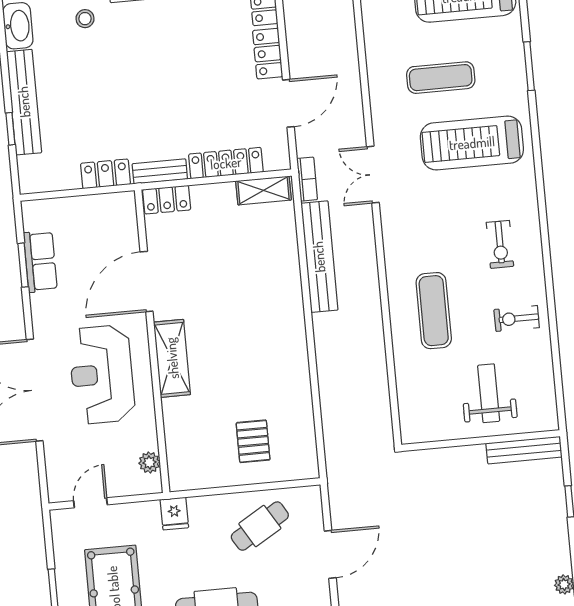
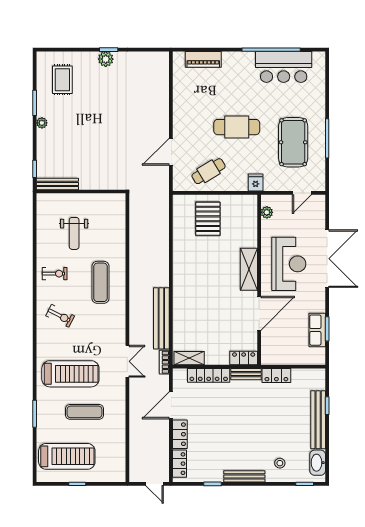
exercise bike: (500, 244) -> (60, 316), turned 117
pallet: (253, 441) -> (208, 219), width x1.50, depth x1.42
wall: (481, 441) -> (81, 192), moved
bench: (524, 450) -> (57, 184), moved

